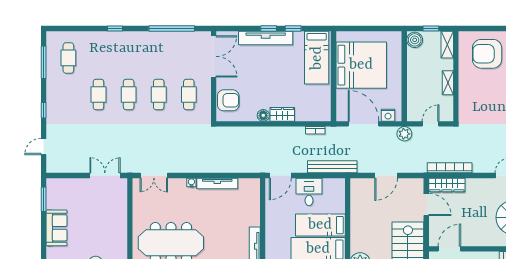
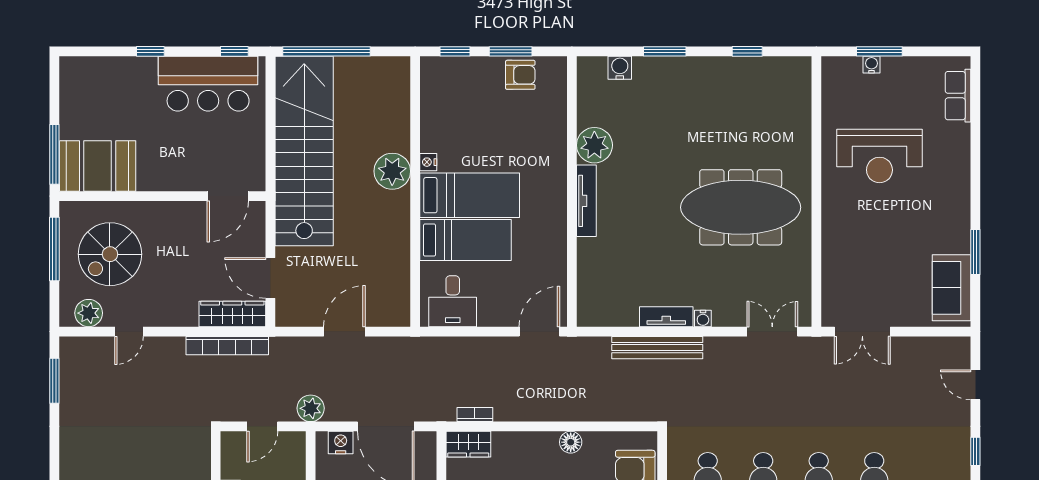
wardrobe: (282, 114) -> (468, 444), moved
door: (44, 146) -> (975, 385), swing flipped
bench: (332, 167) -> (657, 348), moved
tv unit: (217, 183) -> (666, 317), width x0.71
desk: (309, 192) -> (453, 301), moved
window: (44, 199) -> (975, 252), moved
sofa: (57, 228) -> (951, 288), moved

